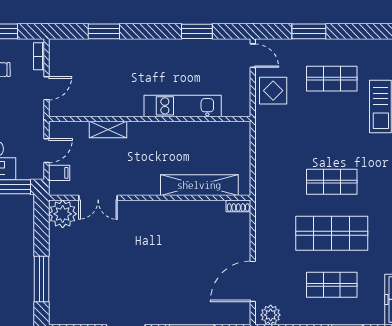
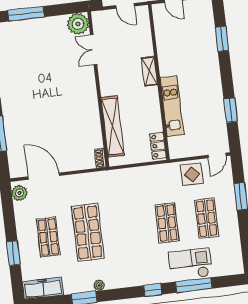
shelving: (108, 129) -> (149, 71), moved
locker: (231, 130) -> (158, 146), added
filing cabinet: (59, 173) -> (109, 17), removed
shop shelf: (332, 182) -> (167, 223), moved

